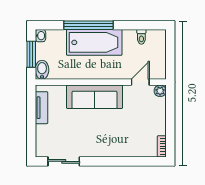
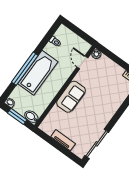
sofa: (95, 97) -> (71, 97), width x0.73
tv unit: (42, 108) -> (63, 140), moved
sliding door: (64, 161) -> (97, 144), width x1.37

